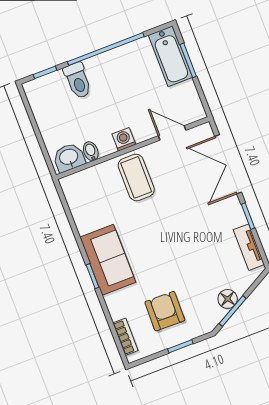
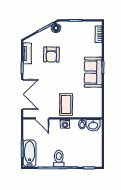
toilet: (78, 80) -> (59, 159), moved
floor lamp: (228, 299) -> (56, 28), moved
armchair: (165, 311) -> (51, 54), moved

